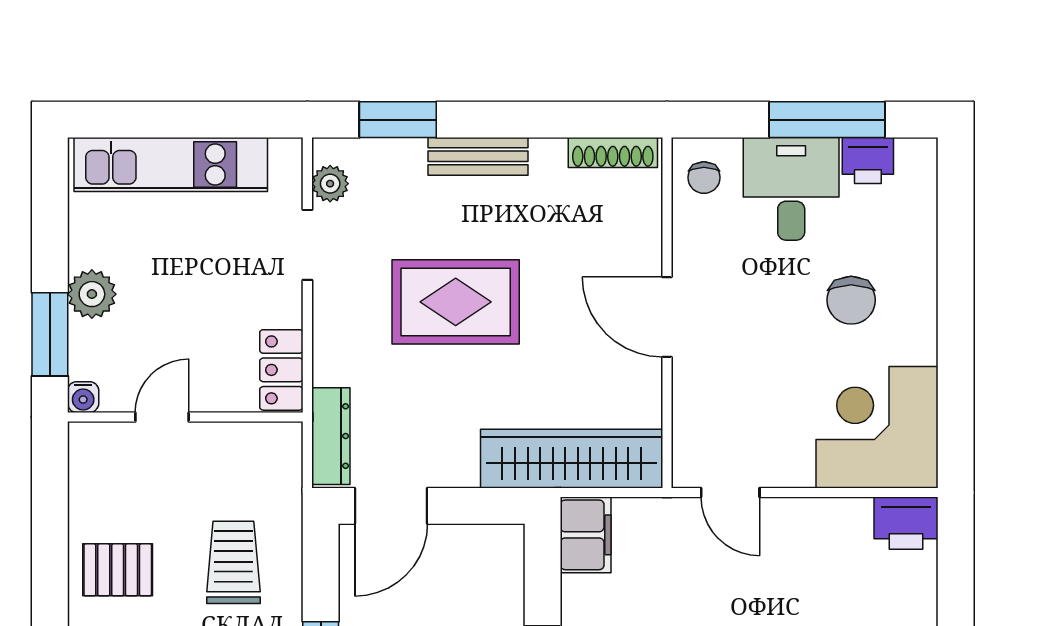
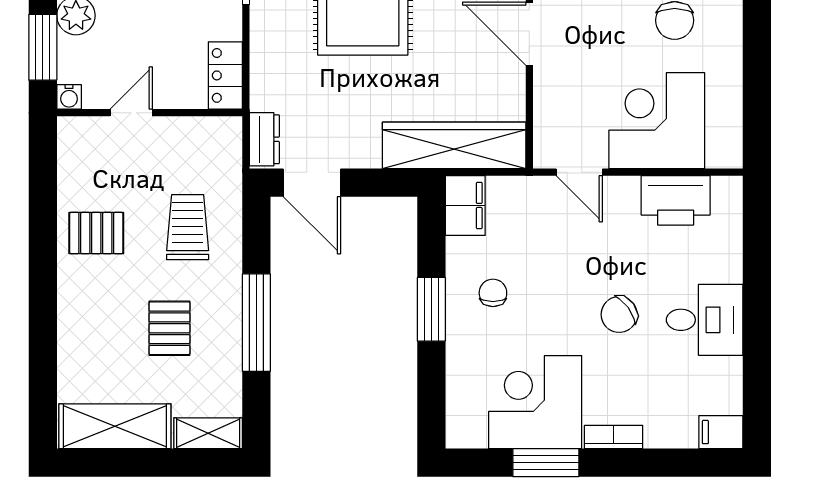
corner desk: (877, 427) -> (657, 121), moved
dresser: (331, 436) -> (264, 139), width x0.70
door: (391, 506) -> (312, 183), hinge flipped
printer: (906, 523) -> (676, 200), moved, width x1.37, depth x1.19

